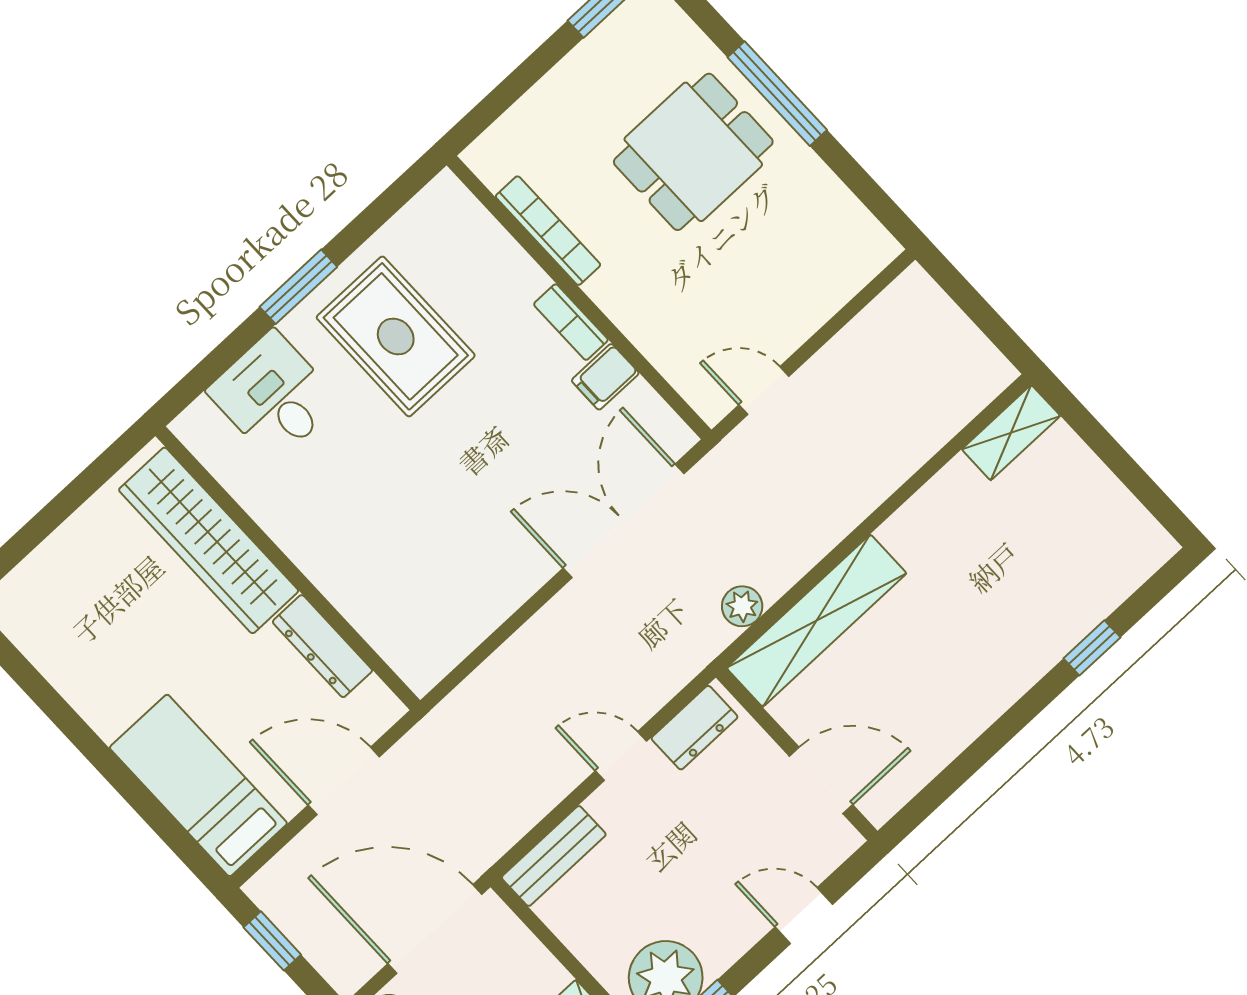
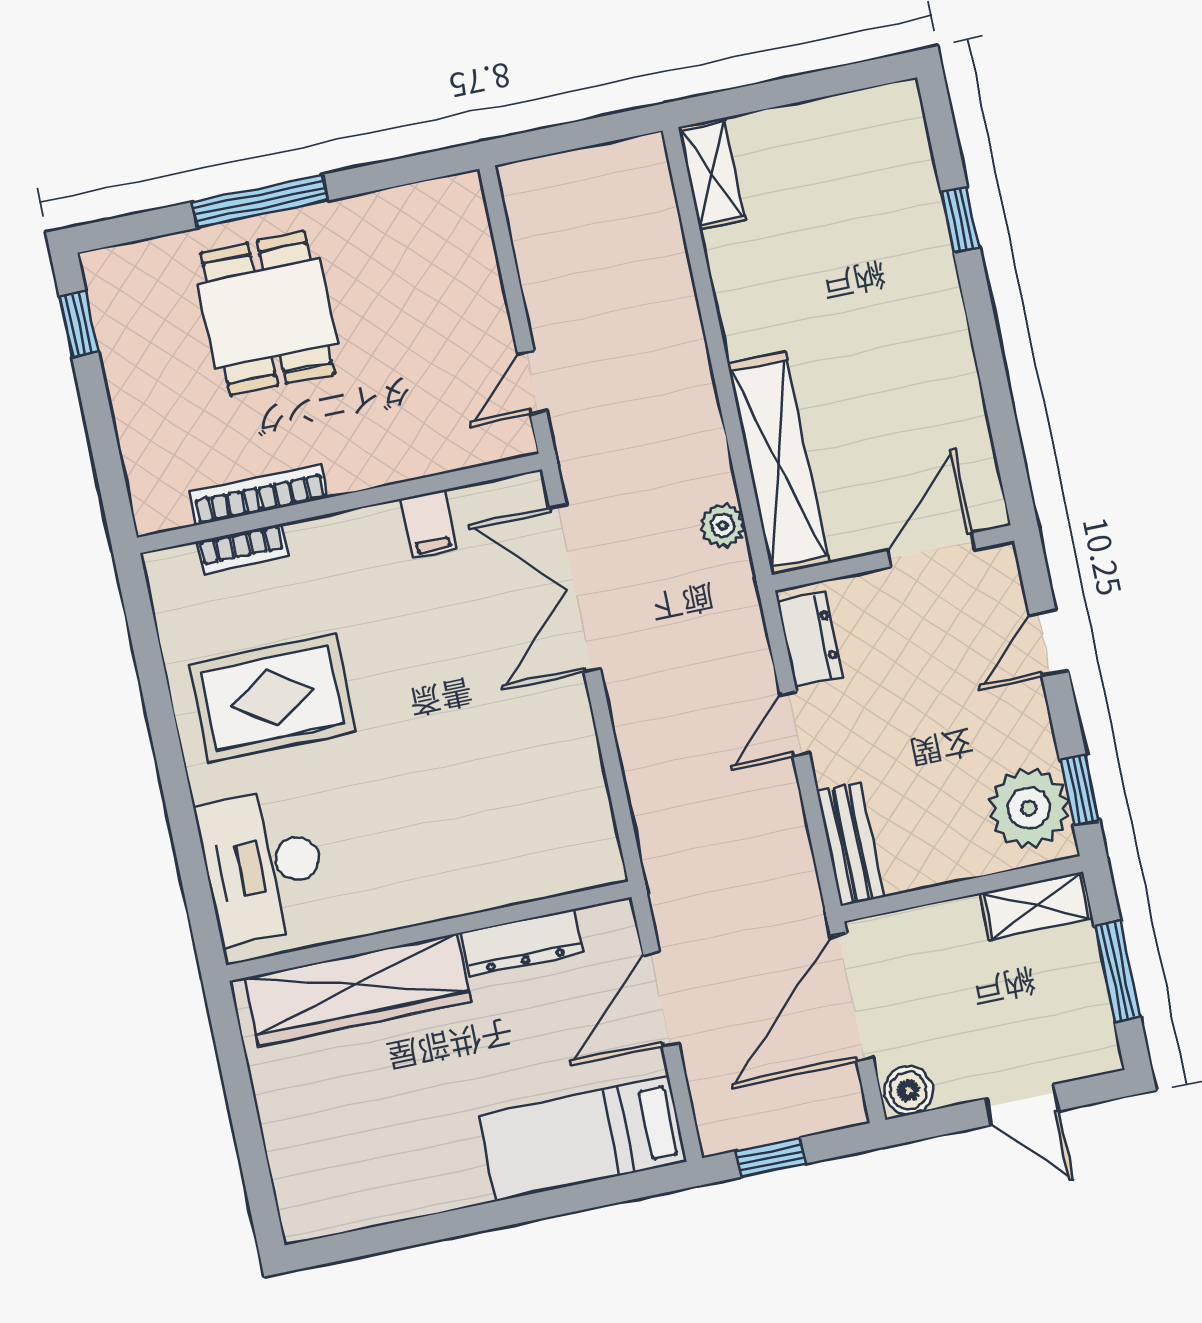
window: (298, 287) -> (170, 761), removed
bookcase: (571, 322) -> (242, 549), moved
desk: (274, 396) -> (263, 866), width x1.37

